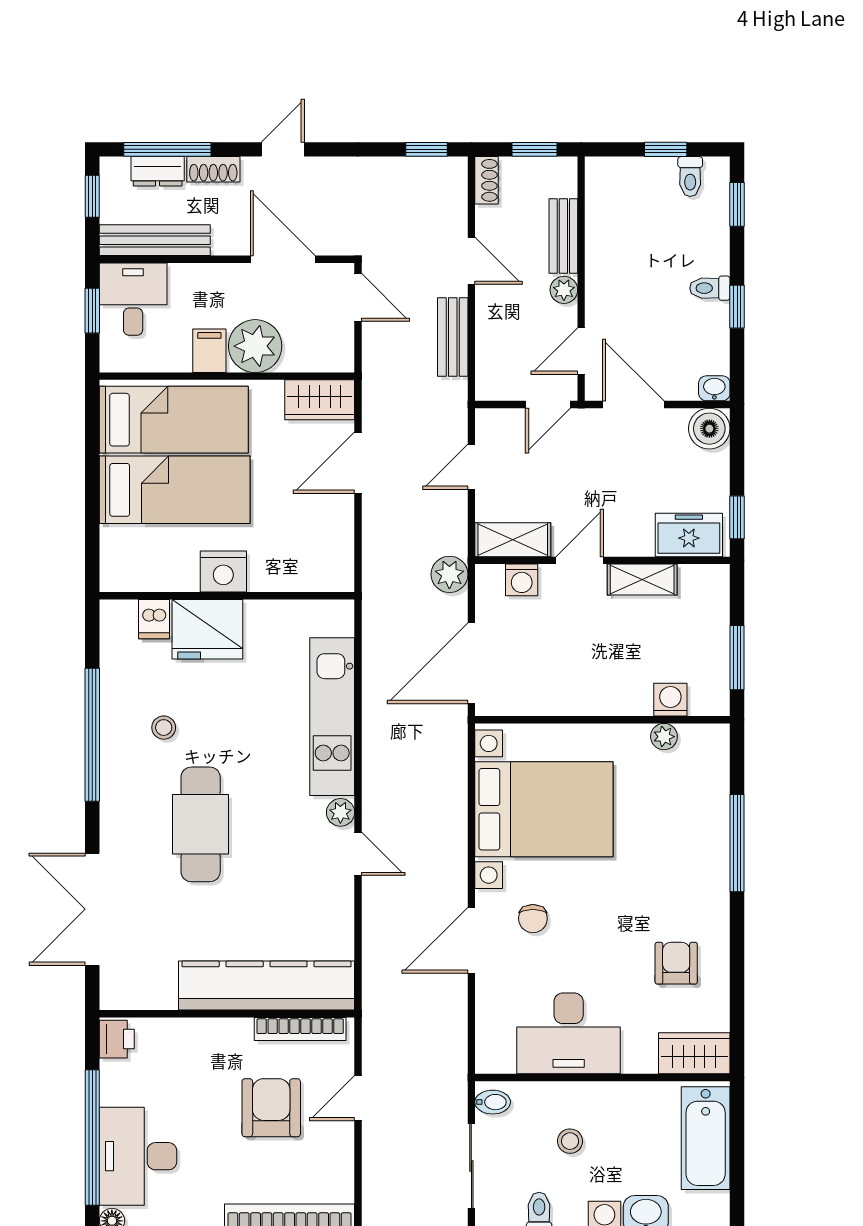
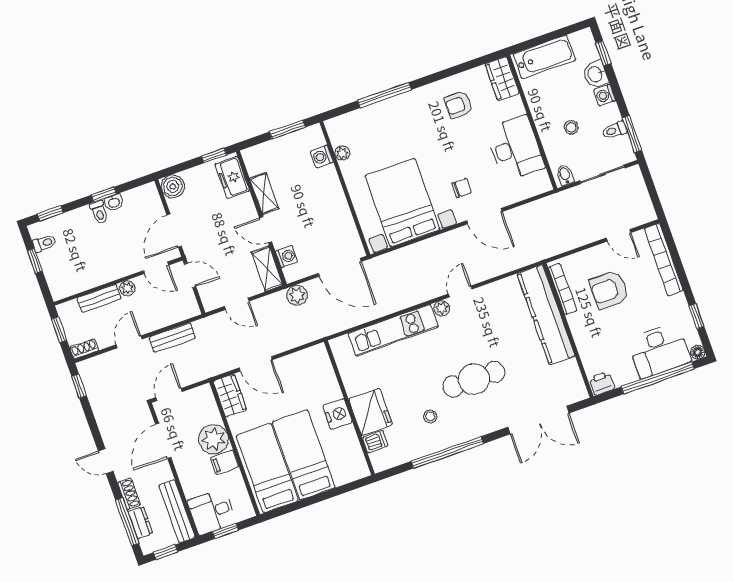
washbasin: (714, 388) -> (114, 203), moved, turned -90
door: (358, 1098) -> (619, 235), moved

